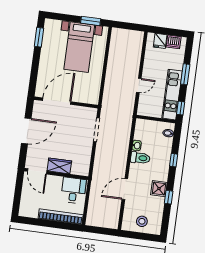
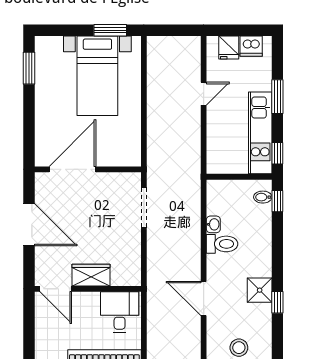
door: (139, 85) -> (204, 94), moved
door: (26, 131) -> (29, 225), hinge flipped
window: (174, 160) -> (277, 201), moved
door: (125, 189) -> (204, 298), hinge flipped

